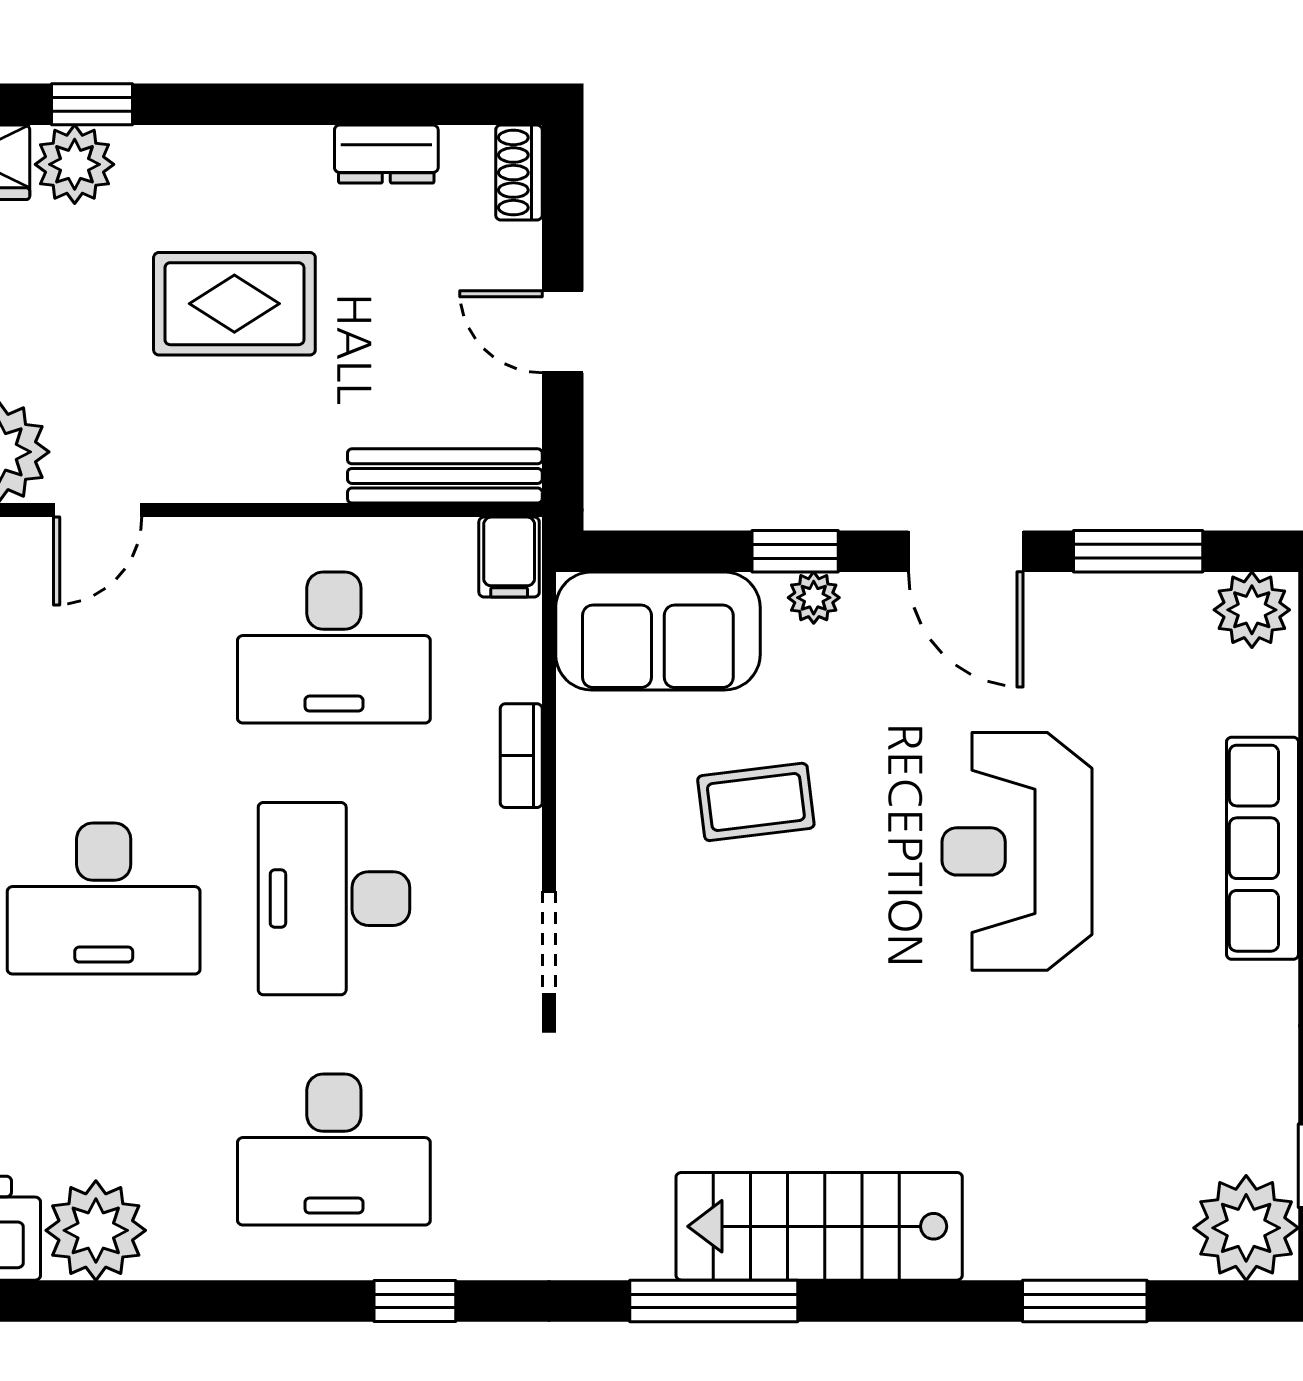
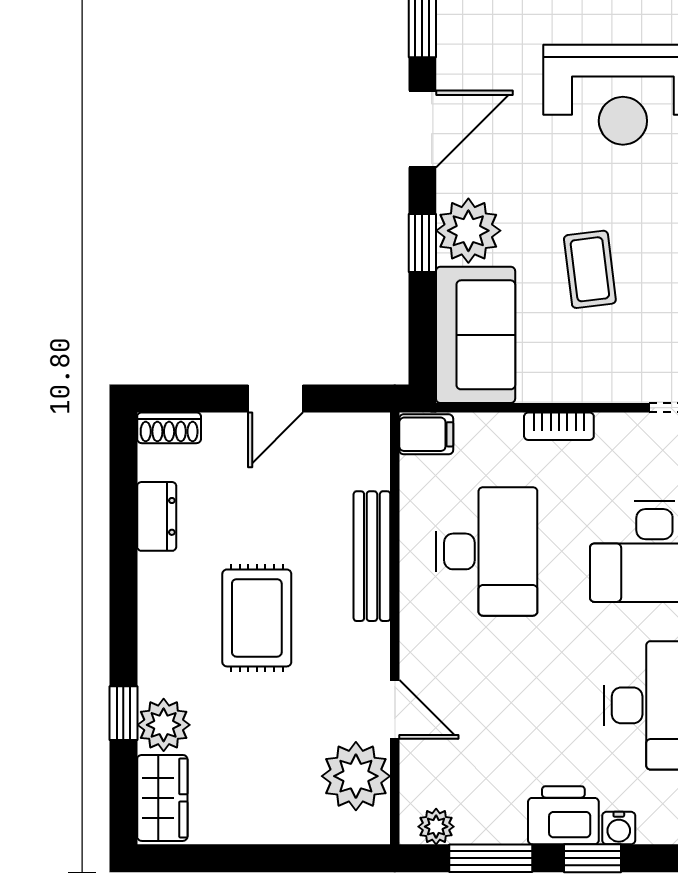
bench: (445, 476) -> (372, 556), moved
plant: (814, 598) -> (468, 231), width x1.87, depth x1.87

